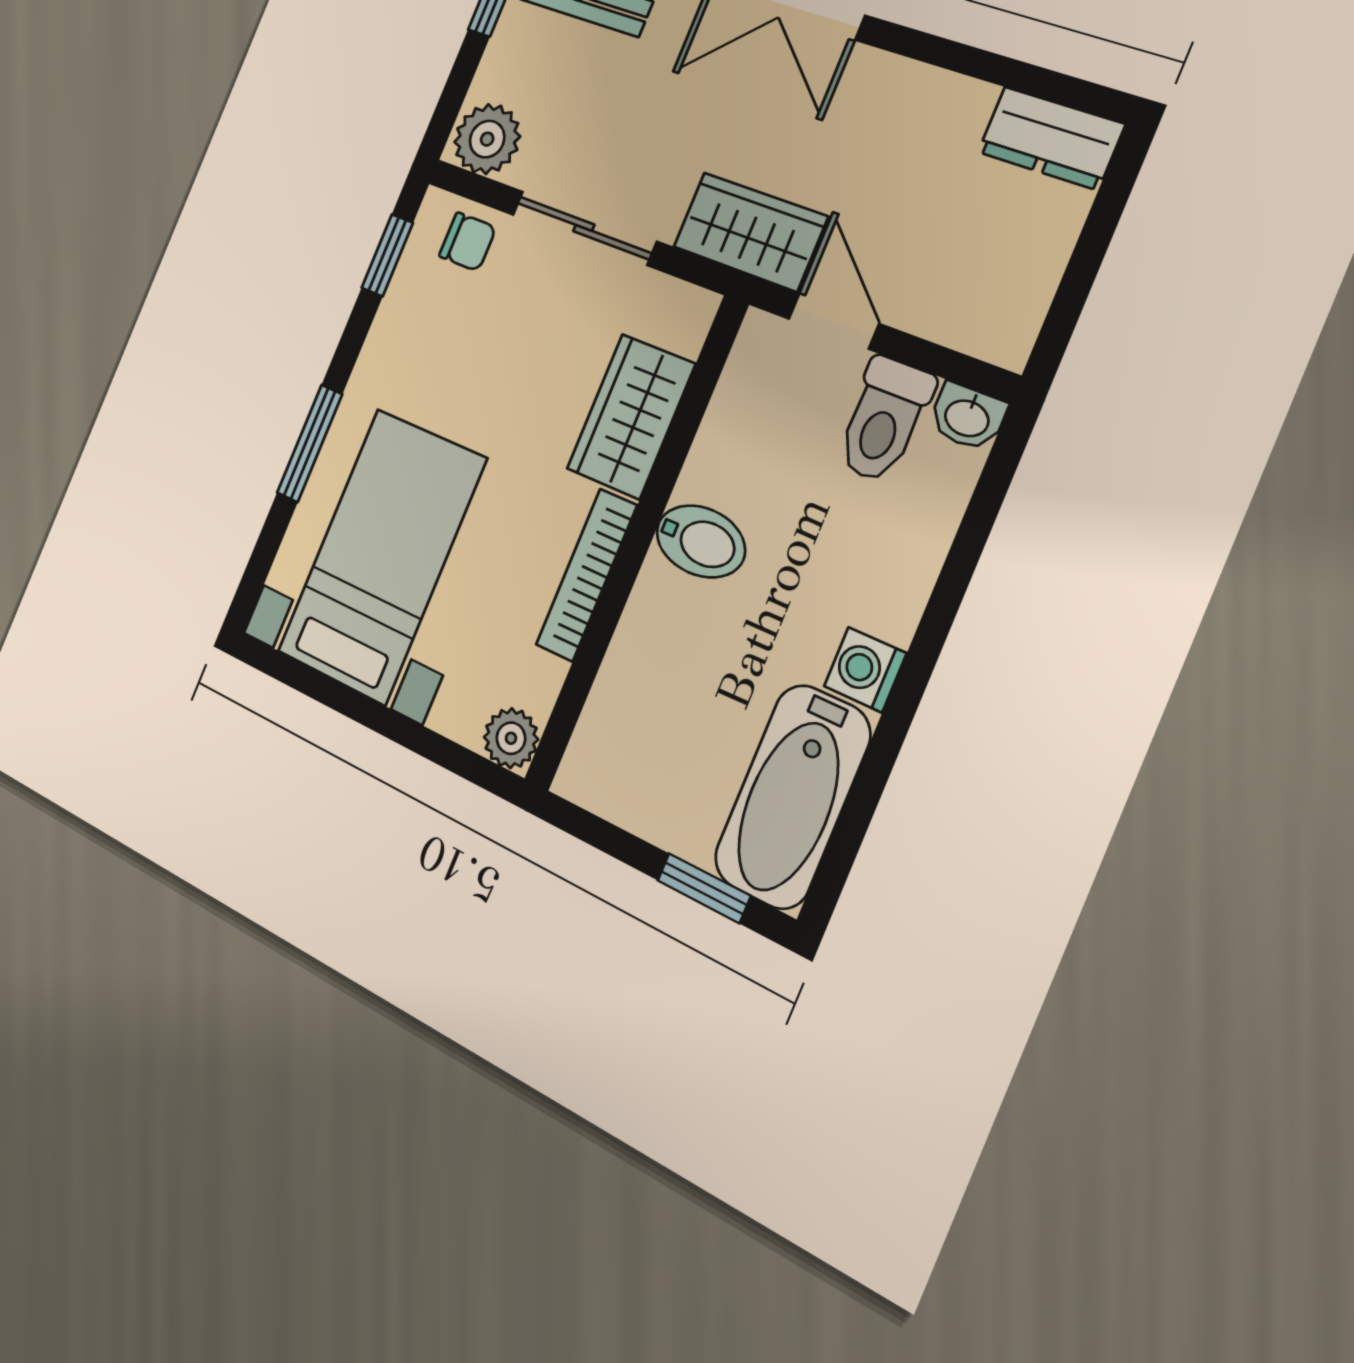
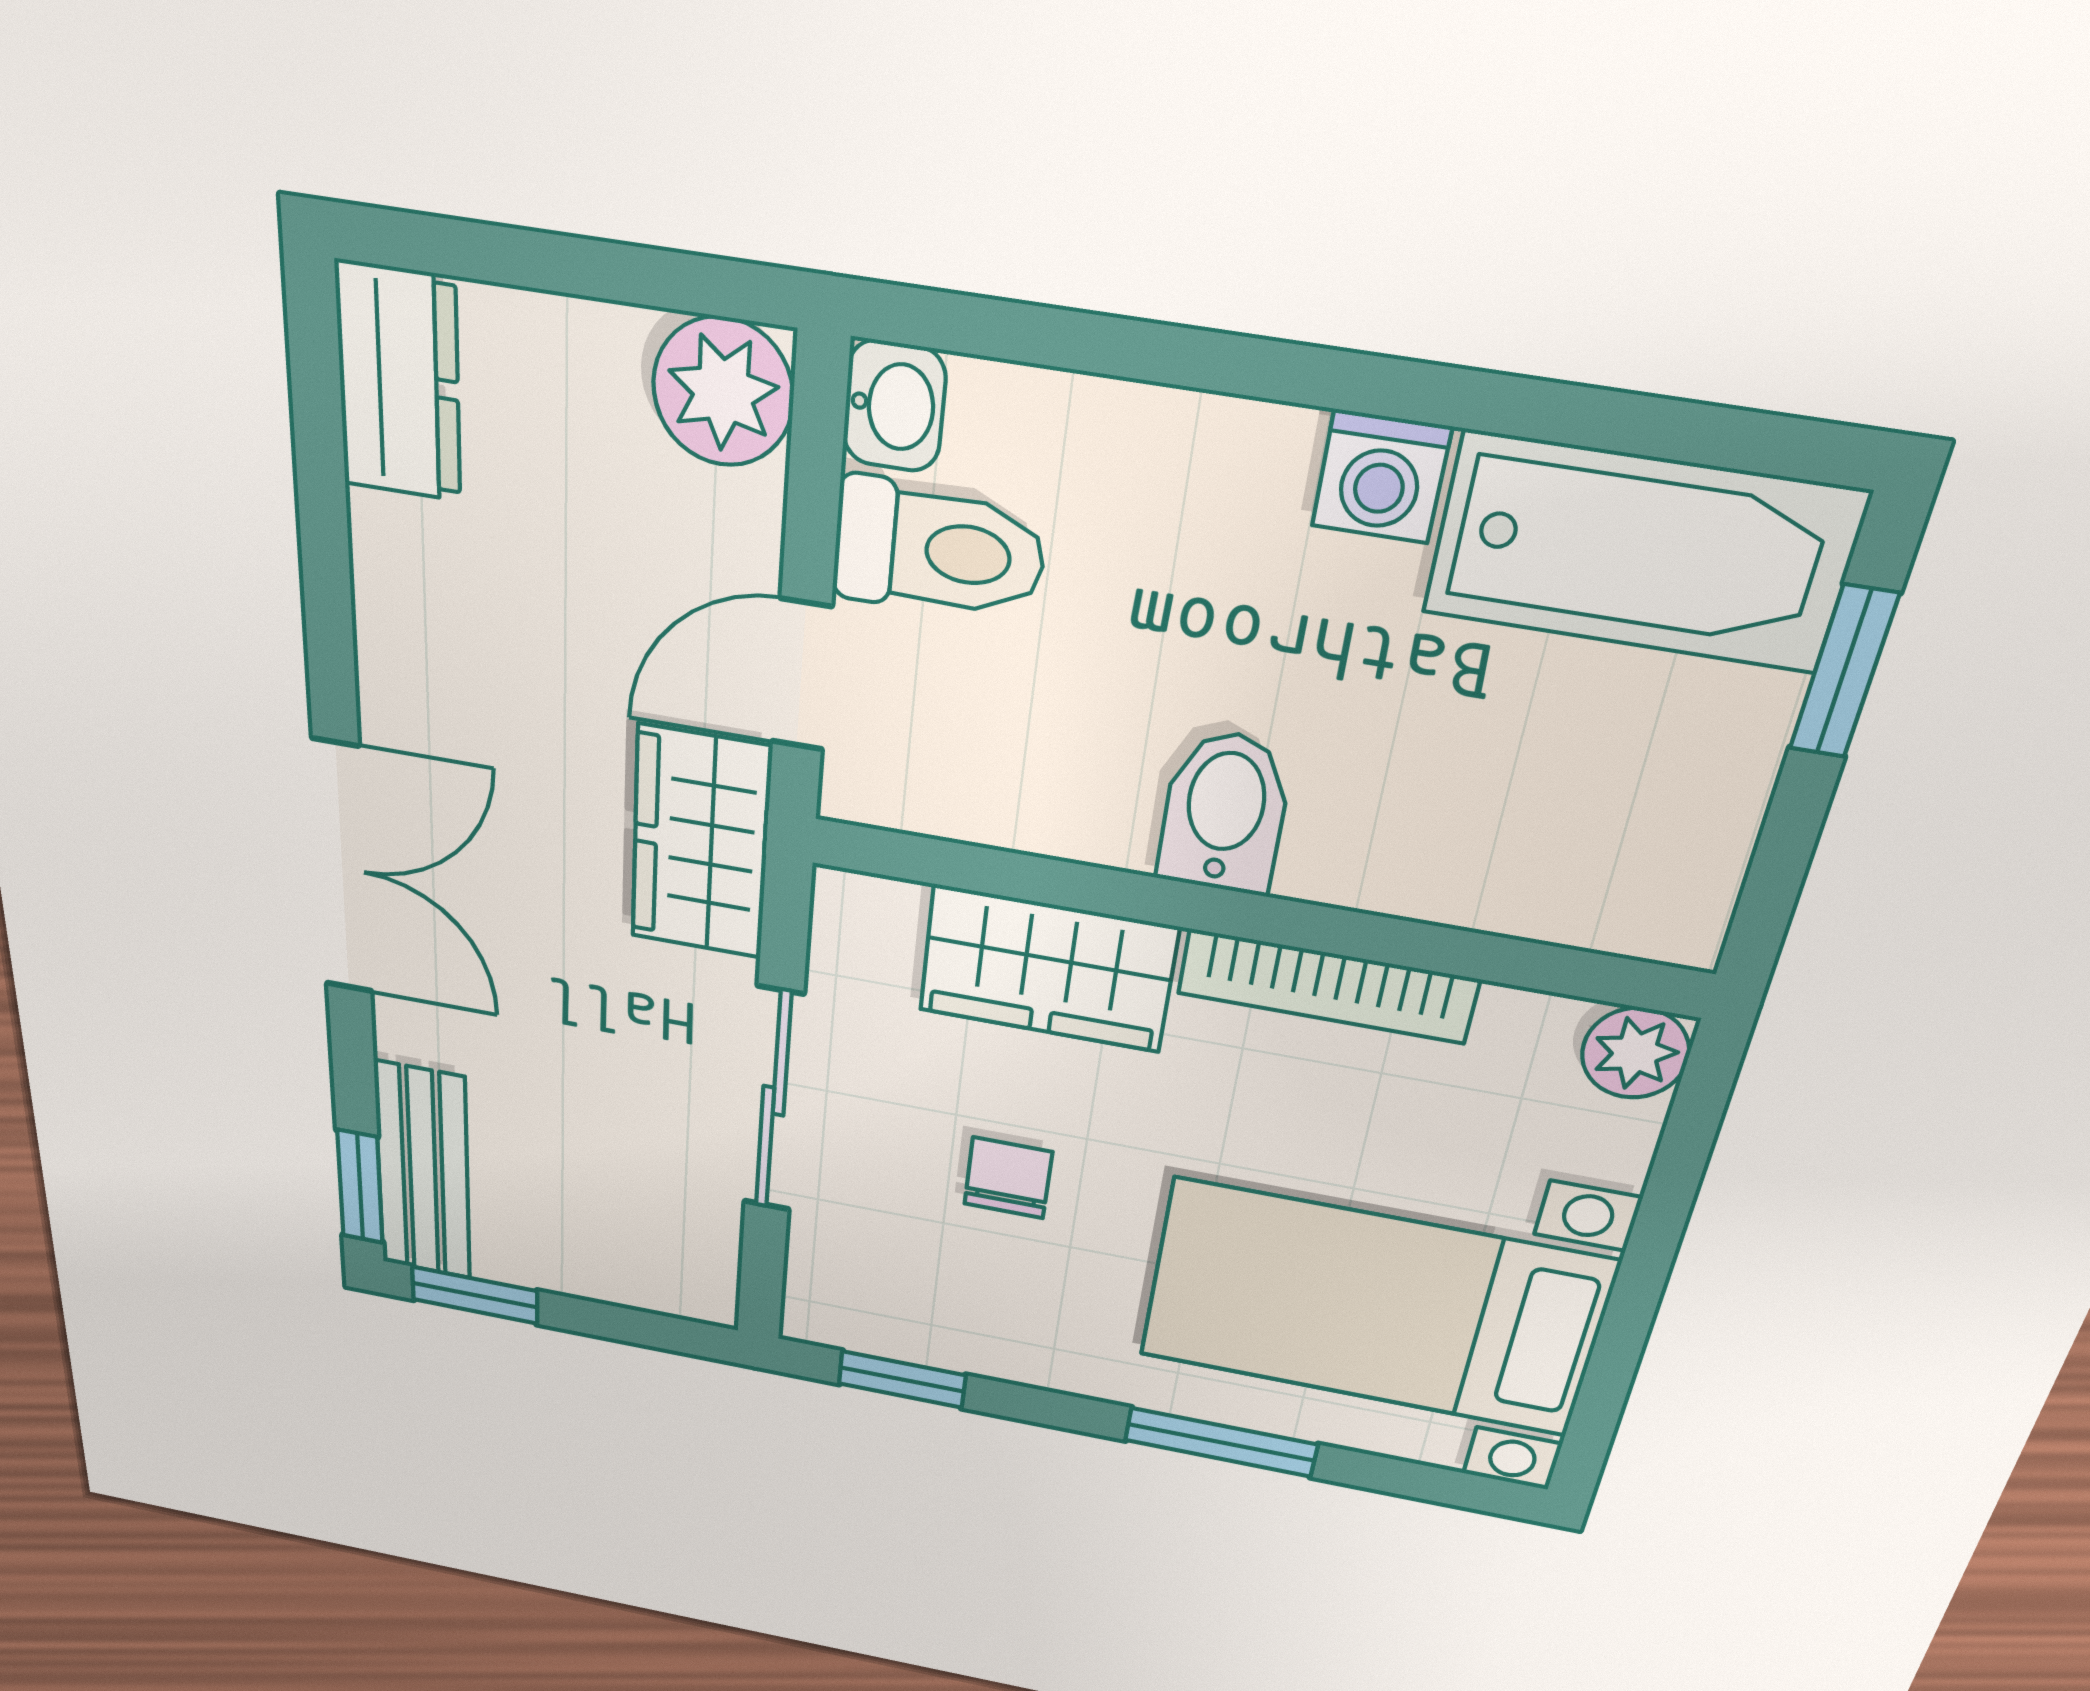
plant: (487, 139) -> (723, 392), moved
chair: (468, 242) -> (1008, 1178), moved

